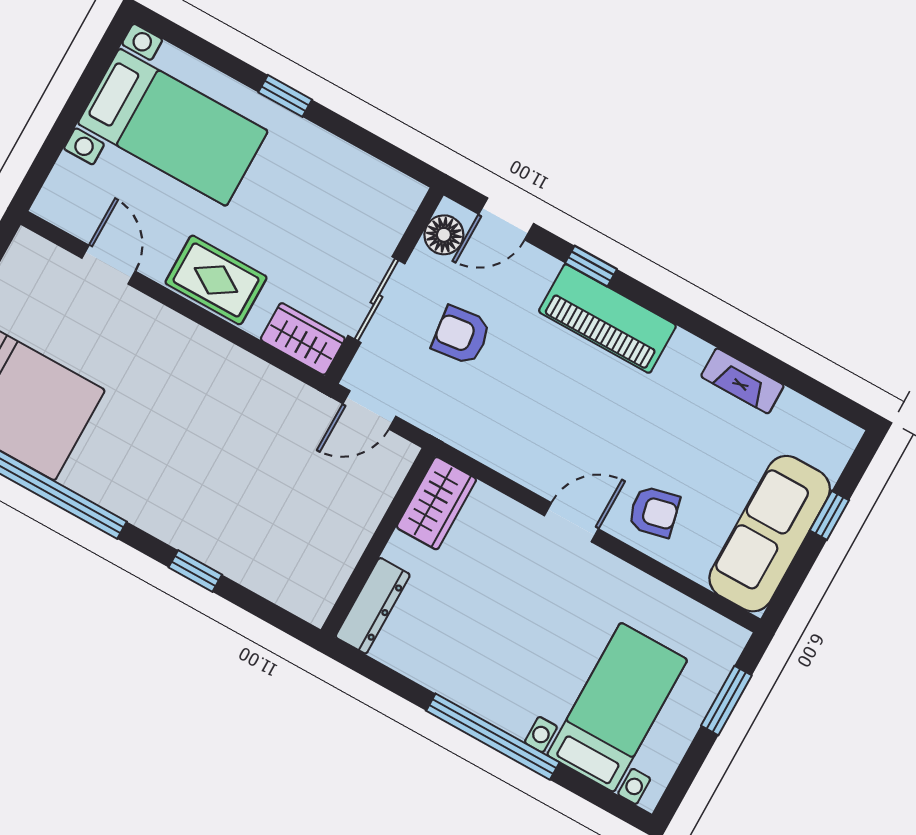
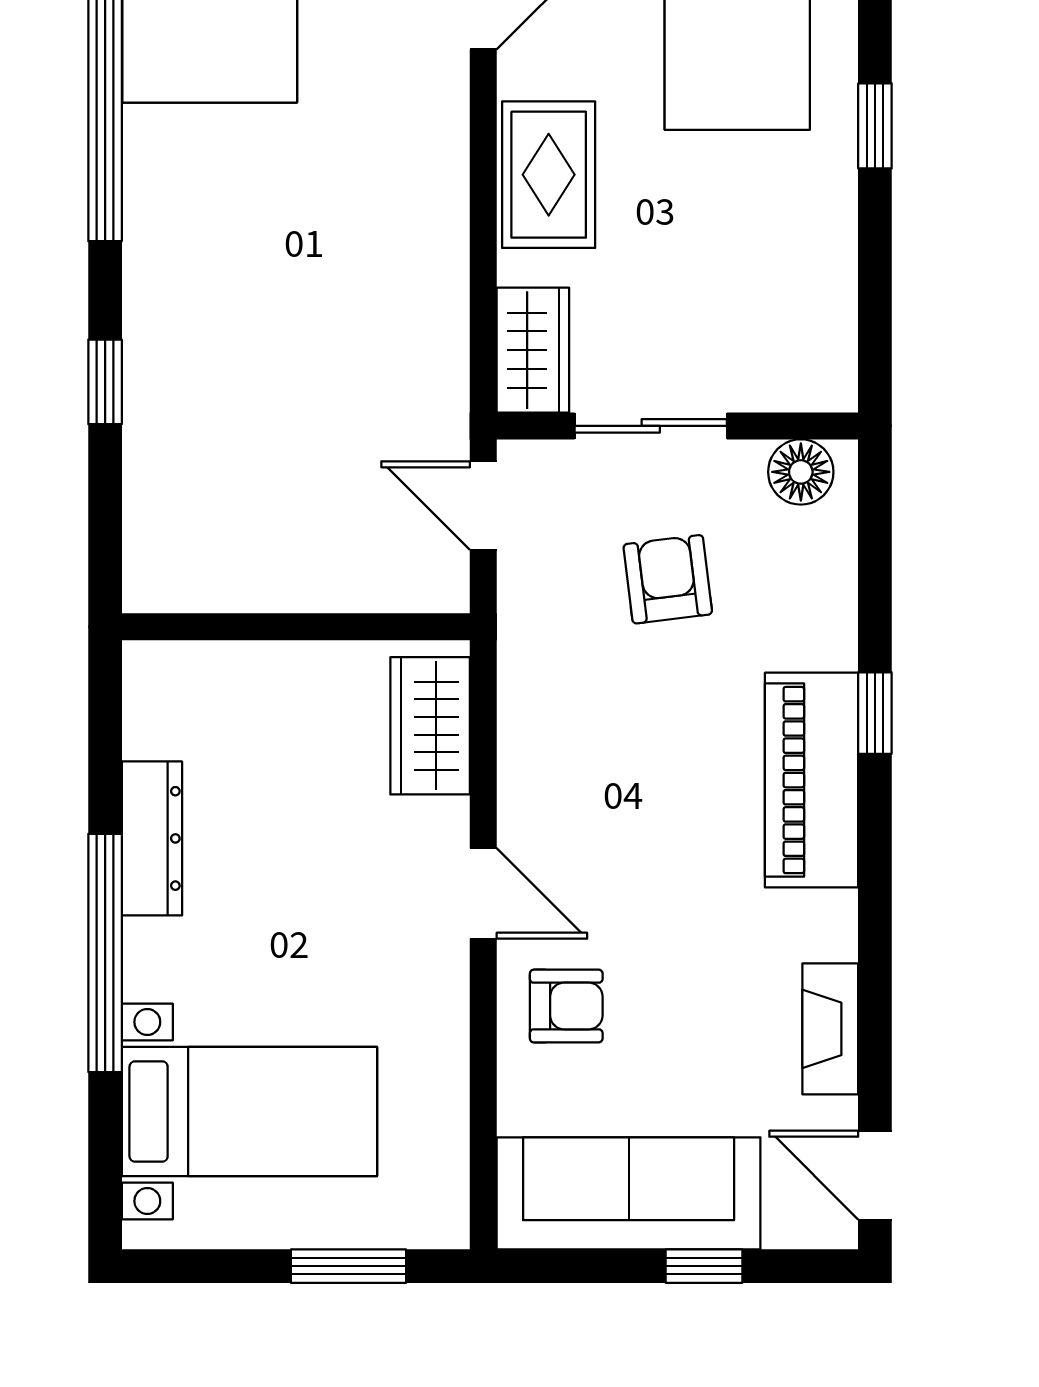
door: (506, 219) -> (875, 1175), moved
wardrobe: (436, 503) -> (430, 726), moved, turned 90
armchair: (654, 512) -> (566, 1006), turned -77
dresser: (373, 606) -> (152, 838), moved, turned -90

